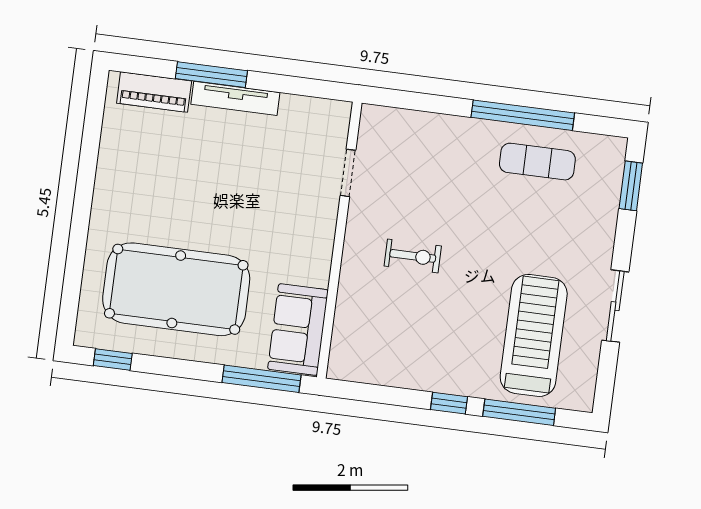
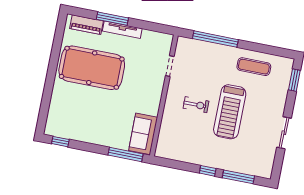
window: (523, 115) -> (215, 39), moved
pool table: (176, 289) -> (92, 68), moved
treadmill: (534, 335) -> (230, 112), moved, turned 180

